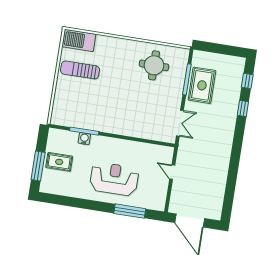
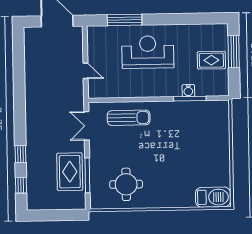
sun lounger: (80, 70) -> (129, 118), moved
reception desk: (114, 179) -> (148, 52), turned 180

